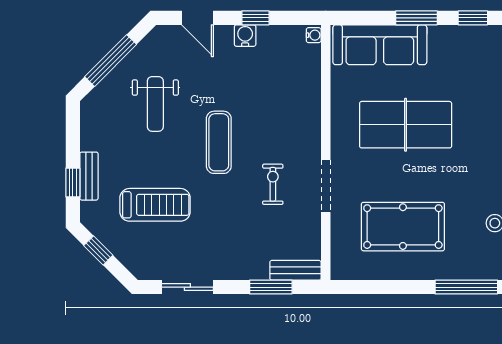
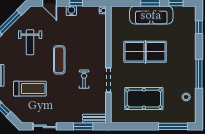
sofa: (380, 45) -> (151, 15), moved

